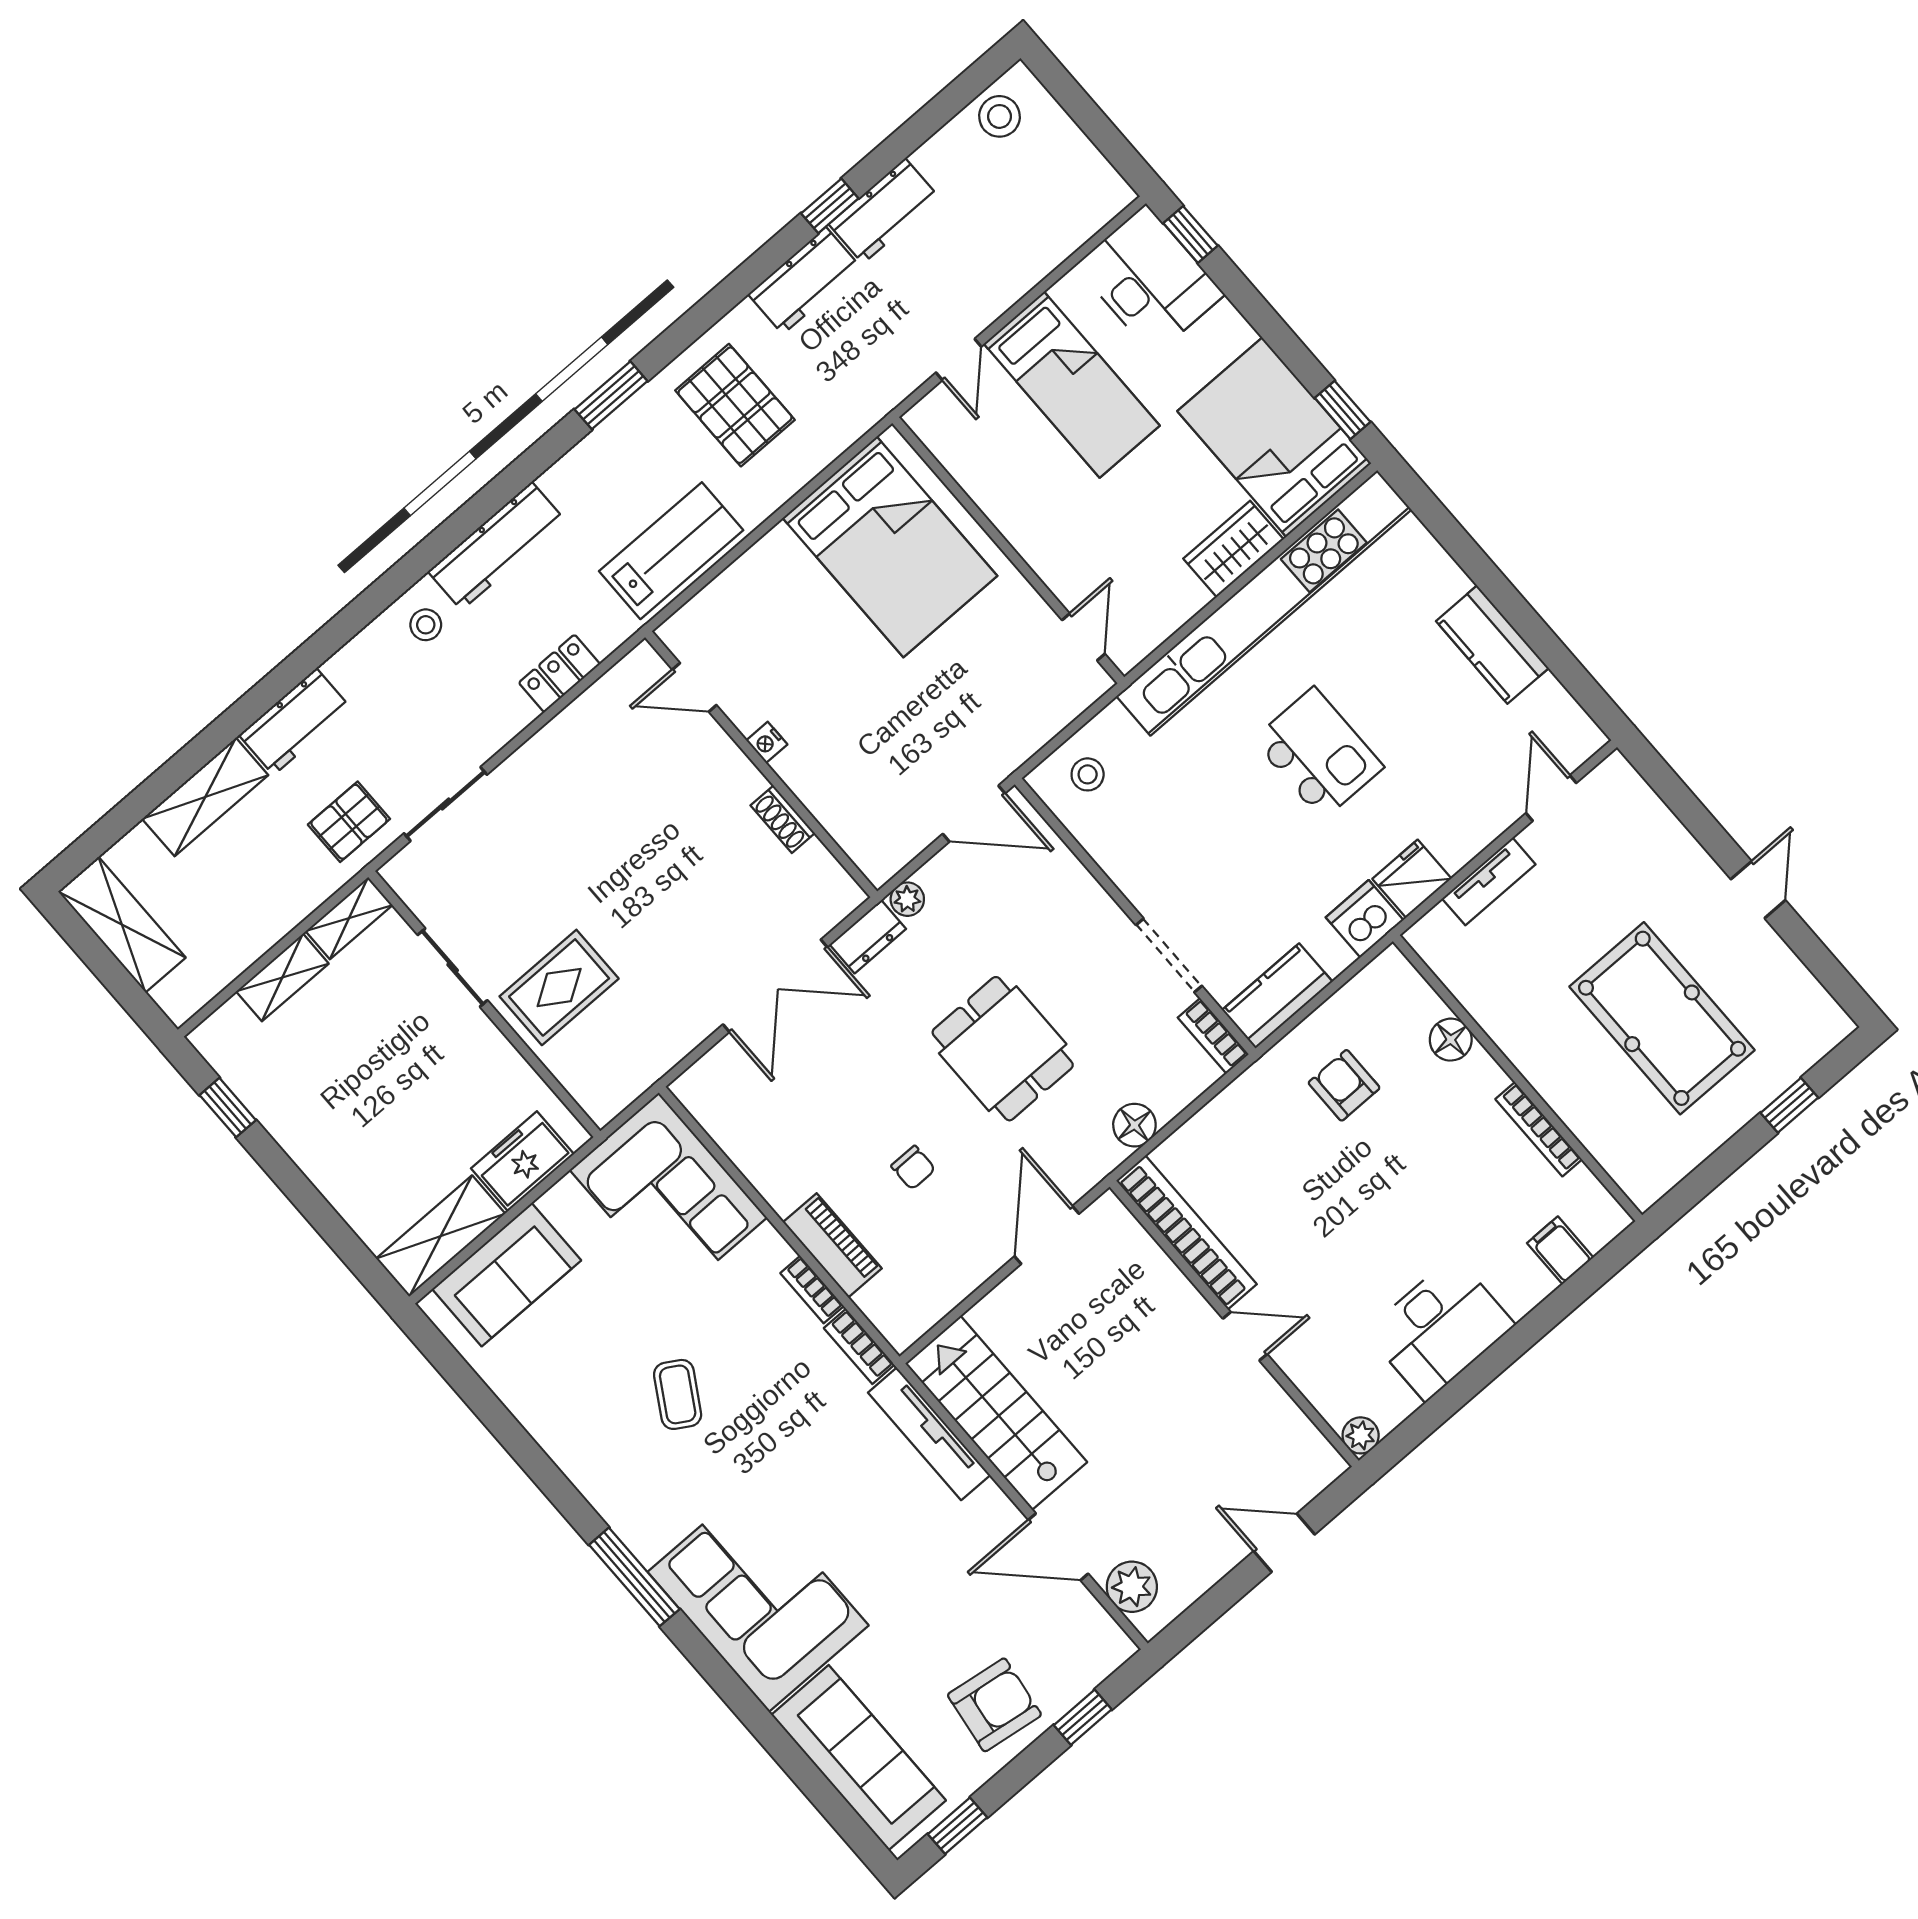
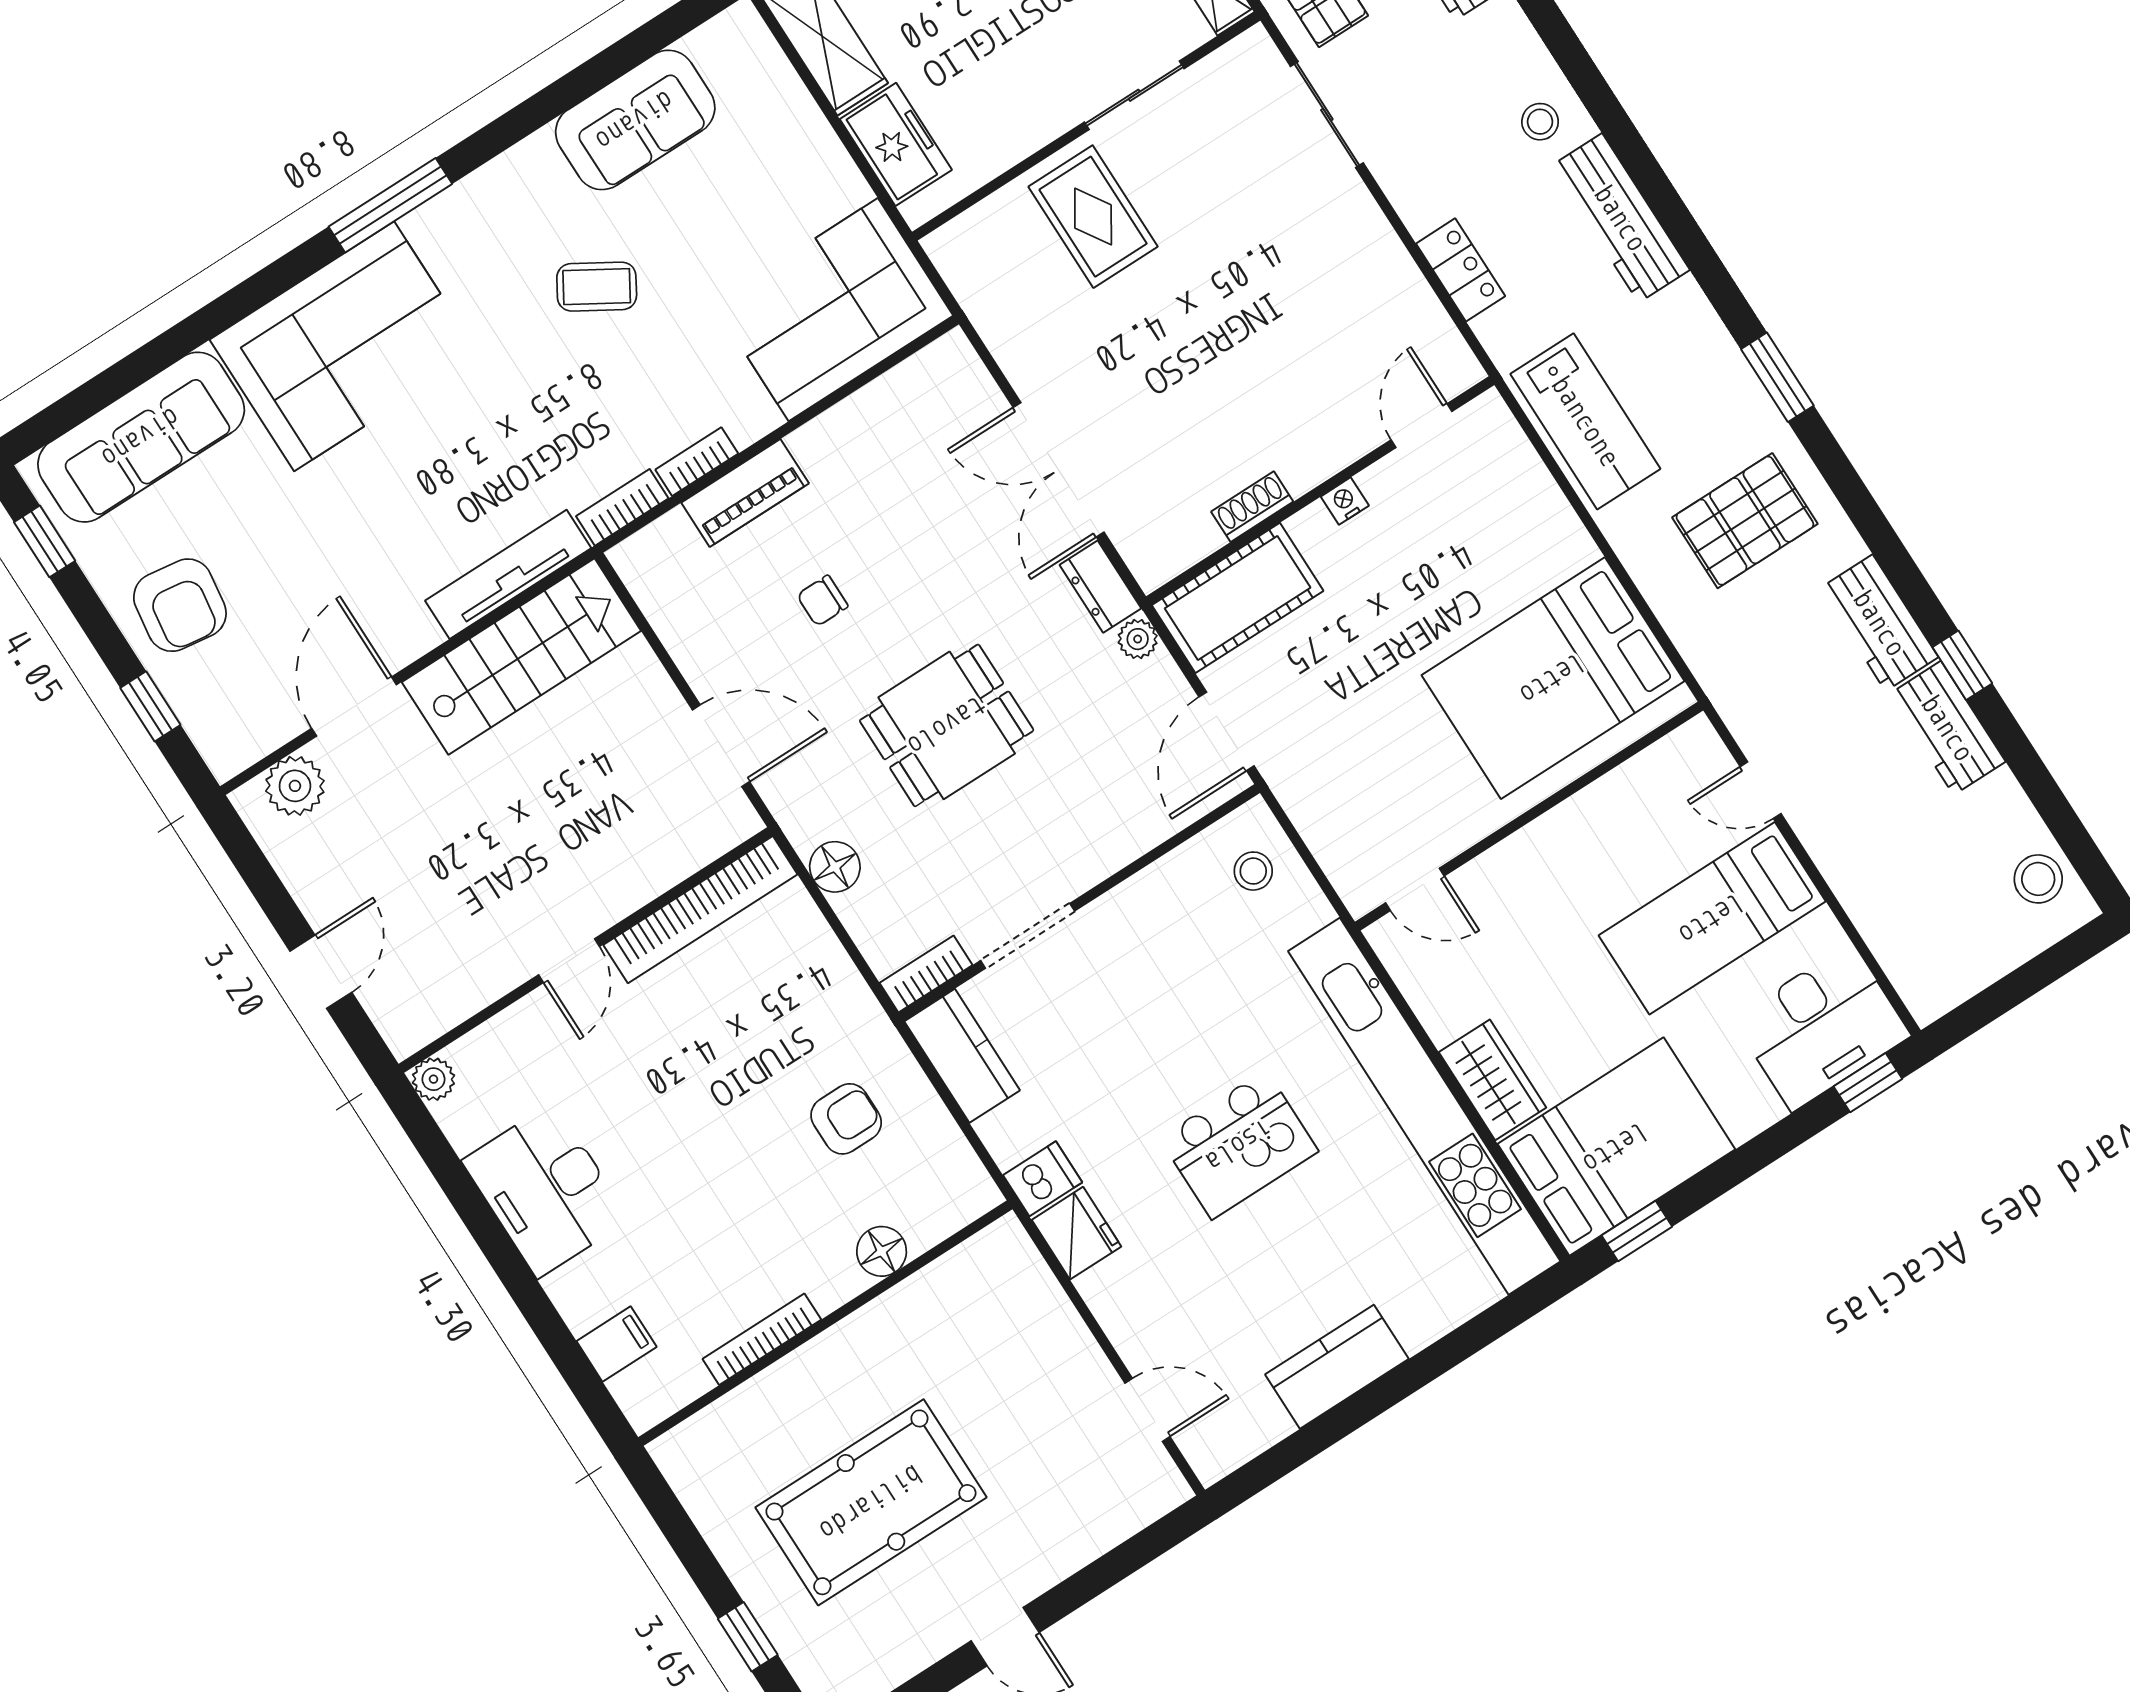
cot: (861, 820) -> (1238, 598), added
tv unit: (1489, 881) -> (1060, 1323), removed
dishwasher: (1365, 919) -> (1043, 1179), width x0.73
sofa: (507, 1275) -> (635, 120), moved, turned -90

